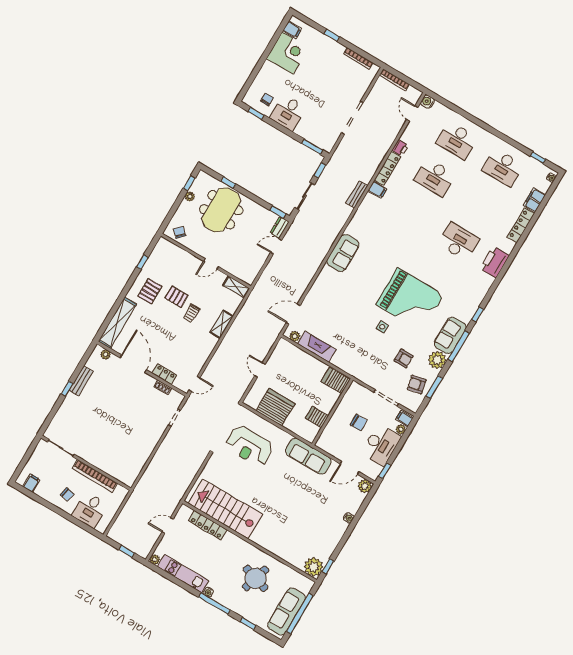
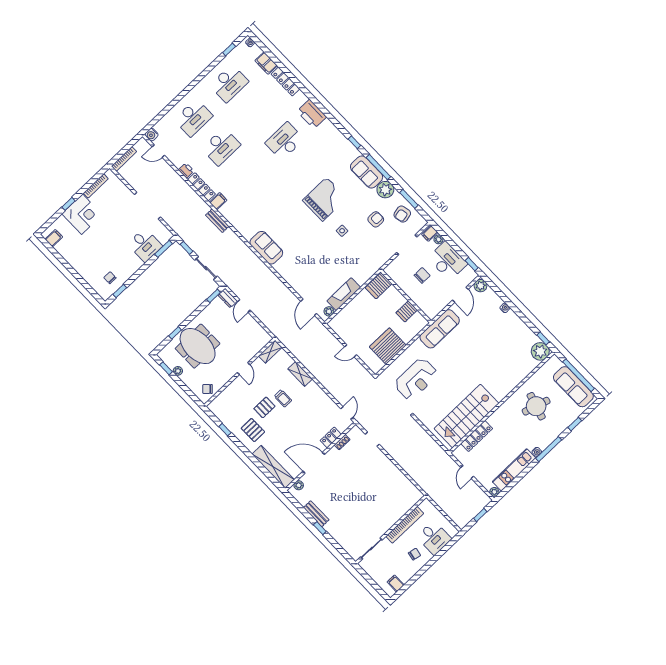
corner desk: (287, 53) -> (82, 214), moved, turned 90
desk: (288, 113) -> (145, 245), moved
grand piano: (410, 300) -> (325, 199), width x0.73, depth x0.68

